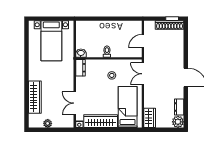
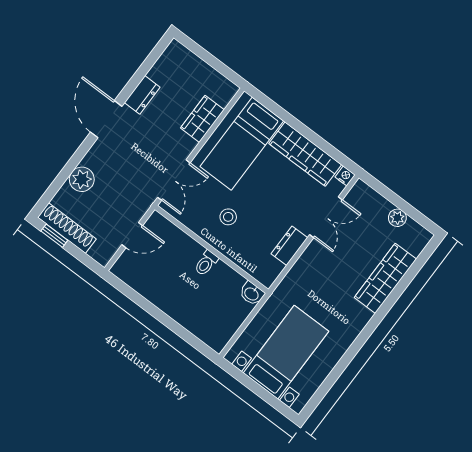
dresser: (80, 68) -> (289, 246), moved
dresser: (179, 107) -> (142, 95), moved
wardrobe: (150, 118) -> (202, 119), moved
plant: (178, 122) -> (82, 179), moved

